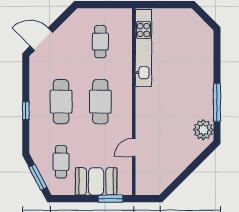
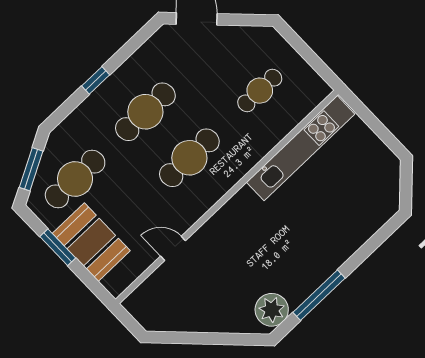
cafe table: (61, 162) -> (75, 179), width x1.37, depth x1.35
window: (110, 199) -> (58, 247), moved

